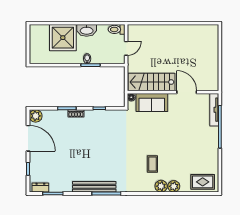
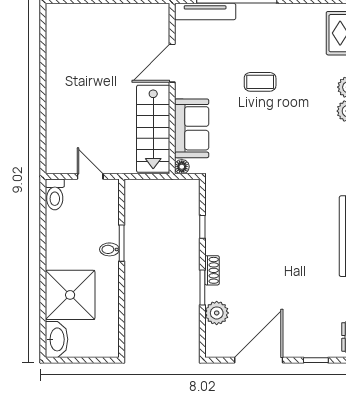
washbasin: (87, 30) -> (56, 339), moved
plant: (36, 116) -> (217, 313), moved
coffee table: (152, 164) -> (260, 82), moved

